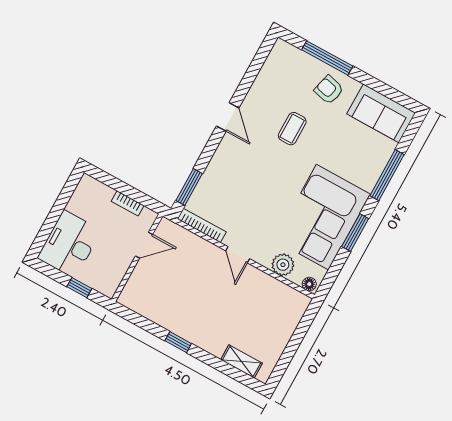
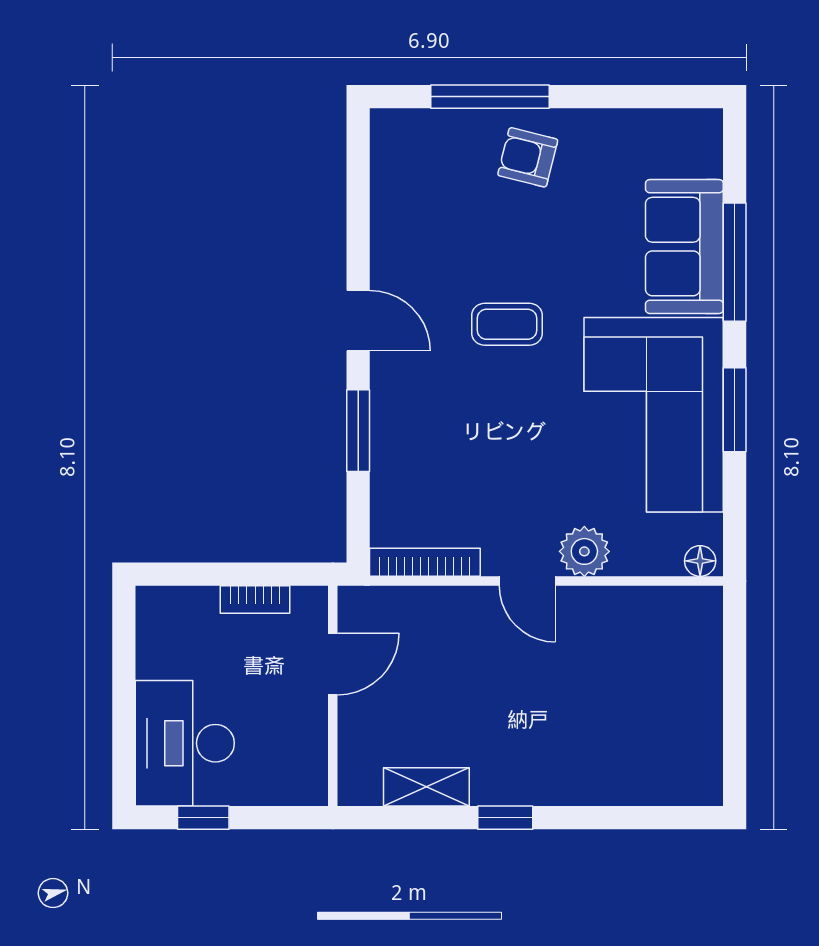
sofa: (381, 113) -> (684, 247), moved, turned 90
coffee table: (292, 129) -> (507, 324), moved, turned 90
window: (189, 187) -> (358, 431), moved
plant: (283, 265) -> (584, 551), moved
window: (79, 288) -> (203, 818), moved
shelving: (242, 361) -> (426, 787), moved

